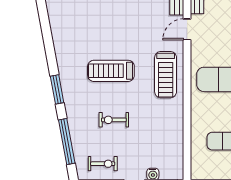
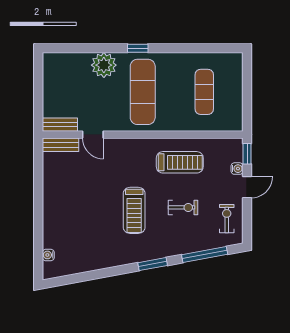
treadmill: (166, 75) -> (180, 162), moved
exercise bike: (114, 120) -> (183, 207), turned -90

